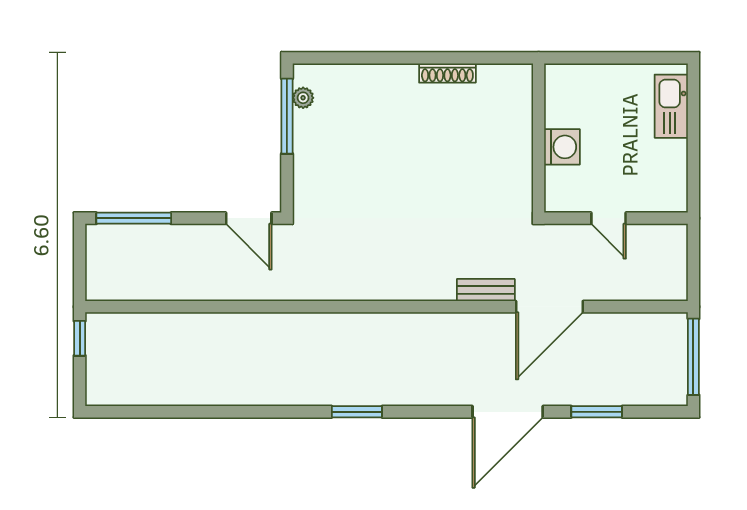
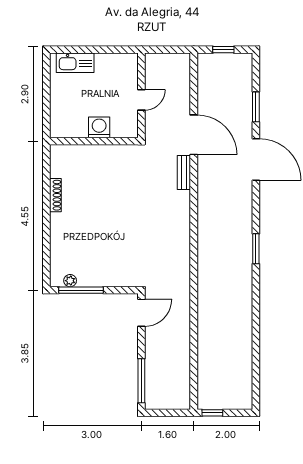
window: (693, 357) -> (223, 50), width x0.46

